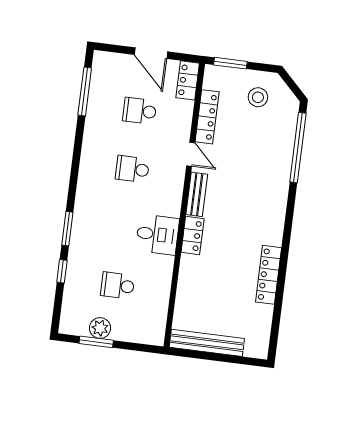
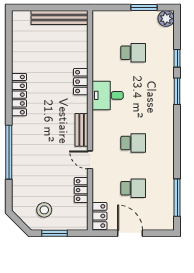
window: (230, 63) -> (54, 233), moved
locker: (207, 117) -> (81, 190), width x0.66
window: (298, 148) -> (9, 152), moved
locker: (193, 236) -> (81, 82), moved
locker: (269, 275) -> (19, 95), moved
plant: (100, 328) -> (166, 19), moved

